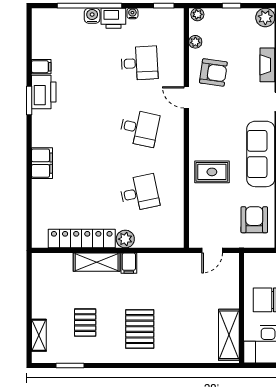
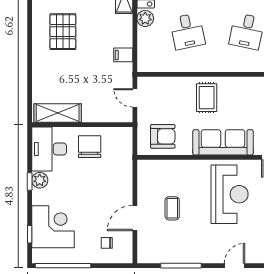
filing cabinet: (129, 263) -> (123, 55), moved
pallet: (140, 329) -> (63, 32), turned 90

